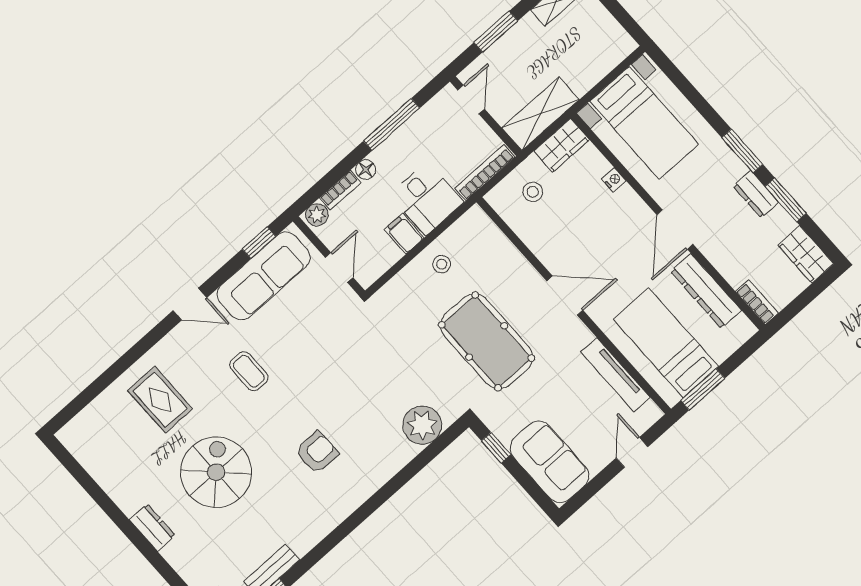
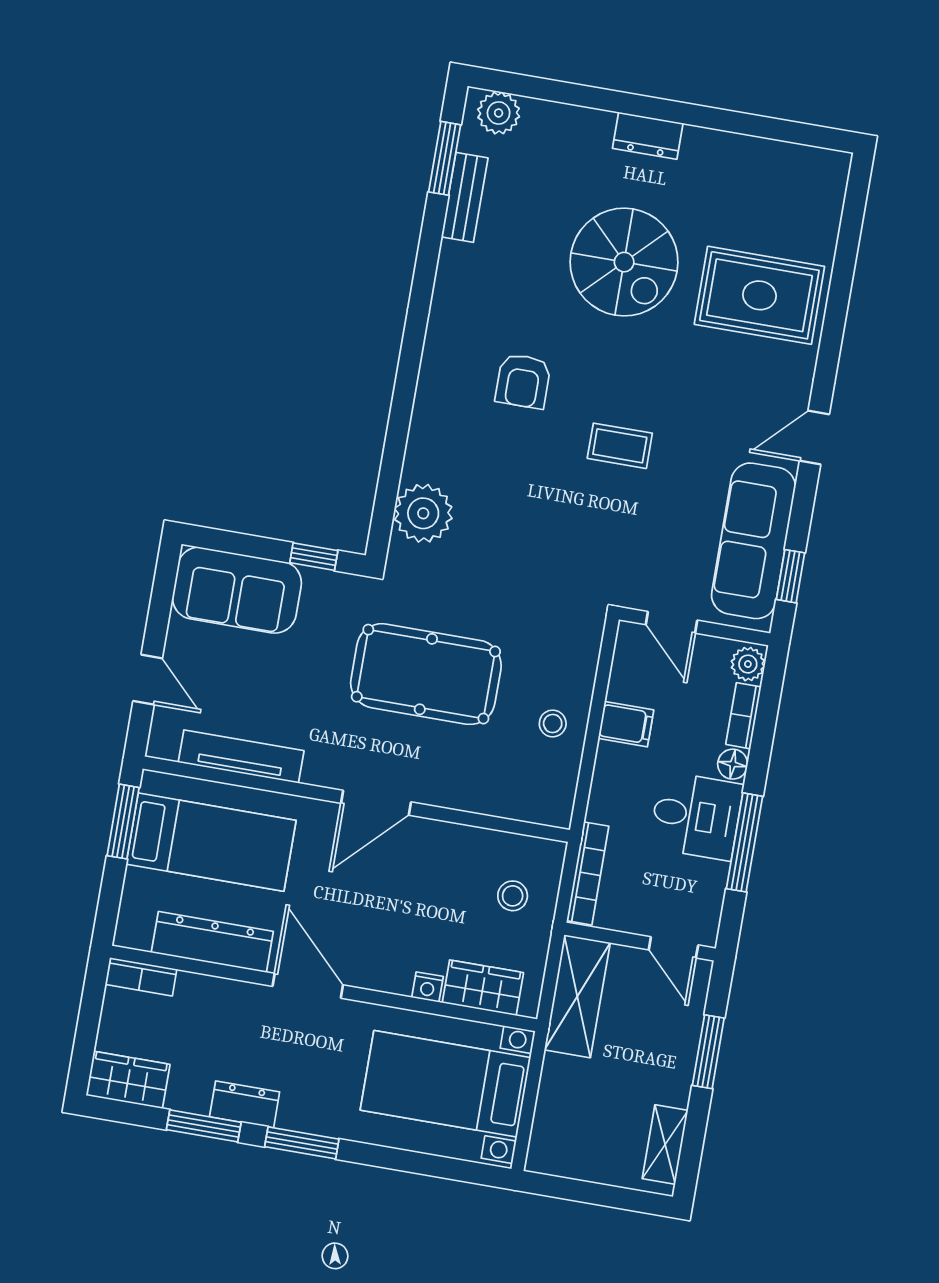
wardrobe: (562, 145) -> (483, 988), moved, turned 90
desk: (427, 199) -> (696, 816), moved, turned 180
coffee table: (249, 371) -> (620, 446), moved
rug: (160, 400) -> (759, 295), width x1.36, depth x1.43

